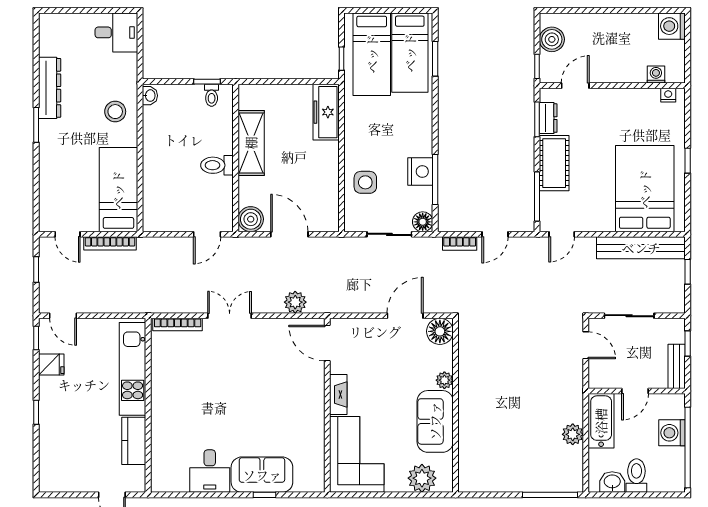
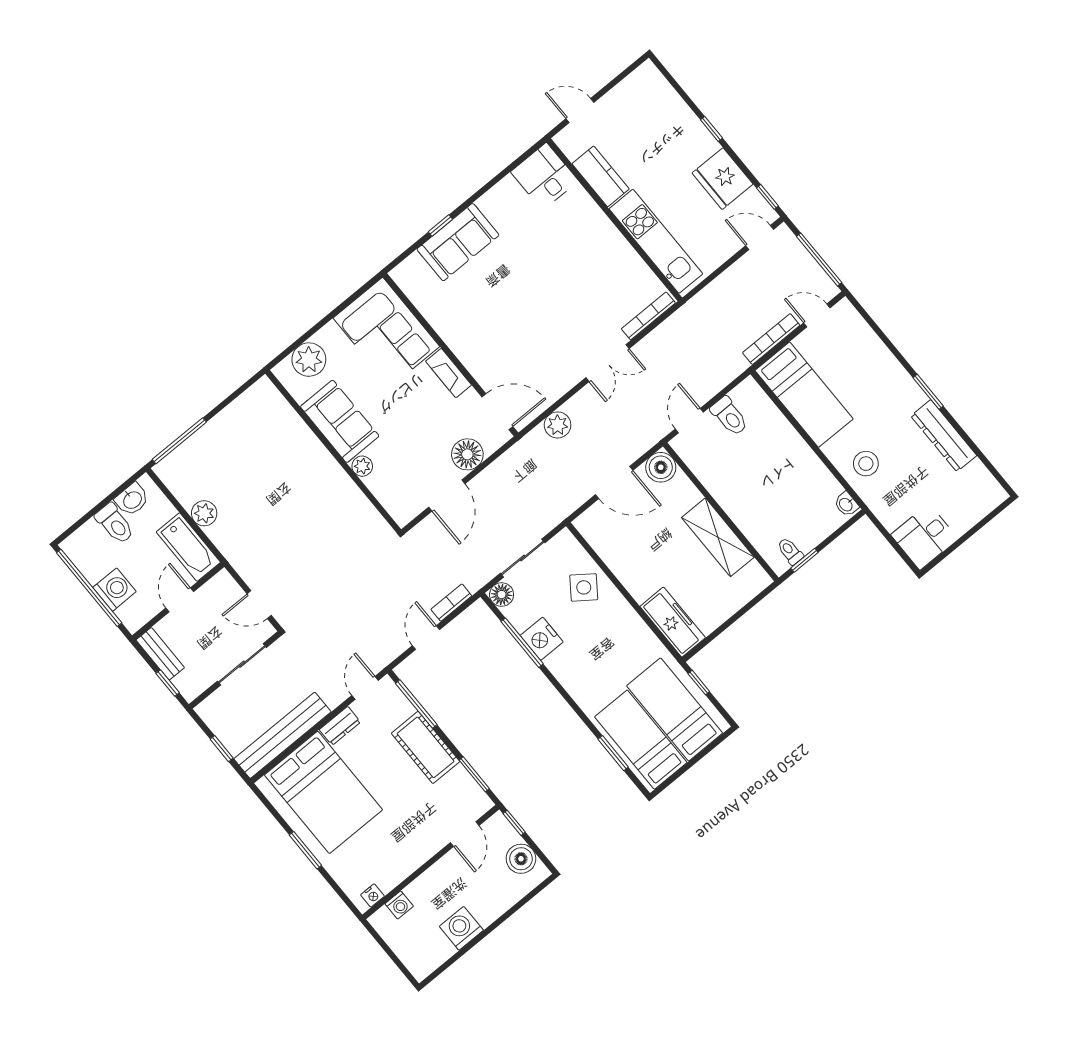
washing machine: (672, 26) -> (461, 928), moved, turned -90
dresser: (548, 118) -> (340, 726), moved, turned -90
window: (688, 161) -> (305, 850), width x1.50
toilet: (217, 165) -> (729, 416), moved, turned 90
side table: (365, 182) -> (584, 587), turned 36
window: (36, 270) -> (819, 260), width x2.17
floor lamp: (440, 331) -> (467, 454), moved
fridge: (51, 365) -> (723, 179), width x1.88, depth x1.34
desk: (210, 471) -> (544, 176), moved

